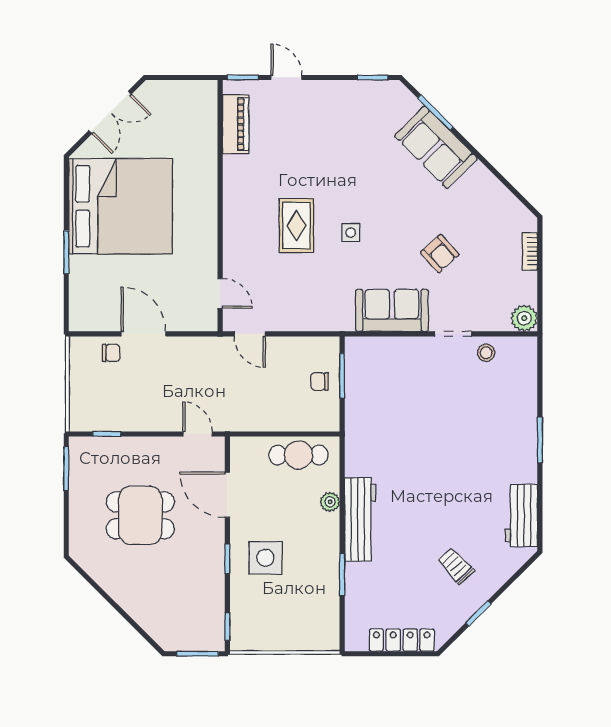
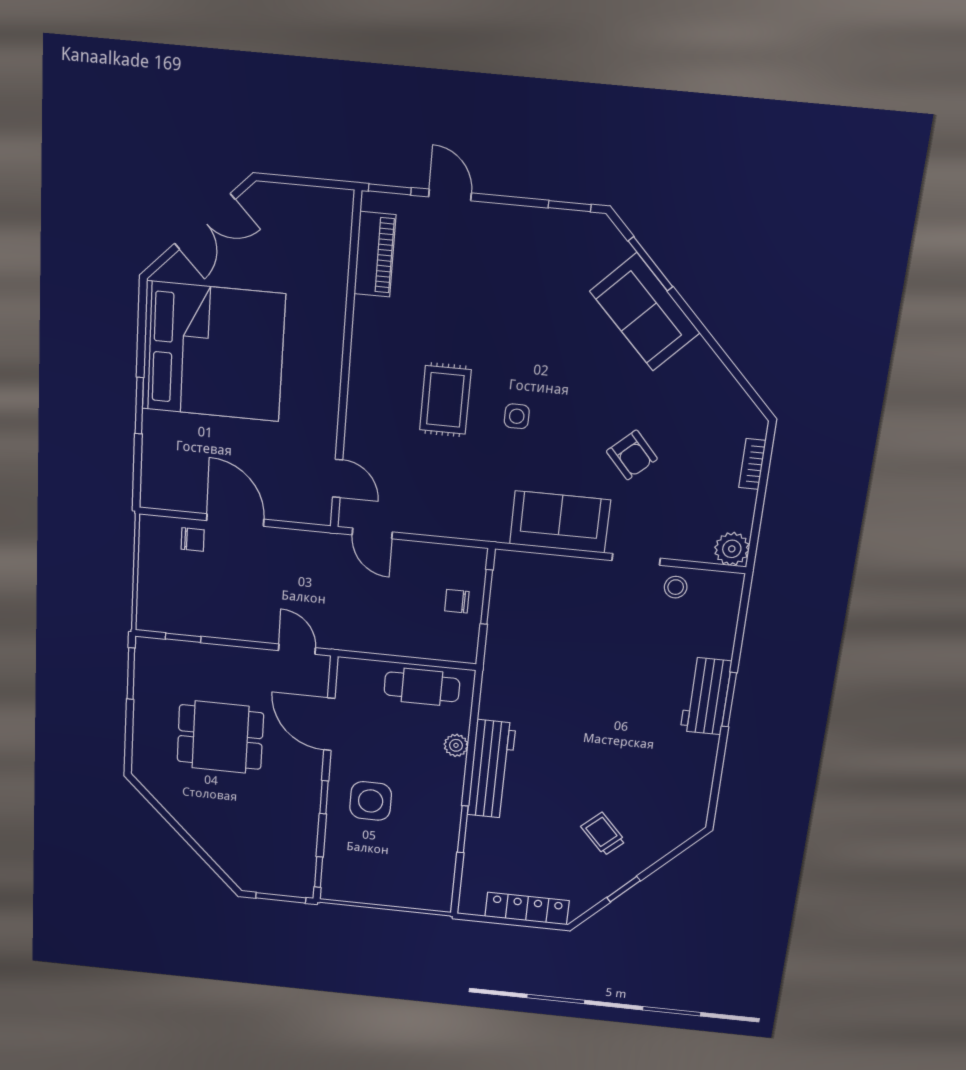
workbench: (521, 516) -> (706, 696), moved

